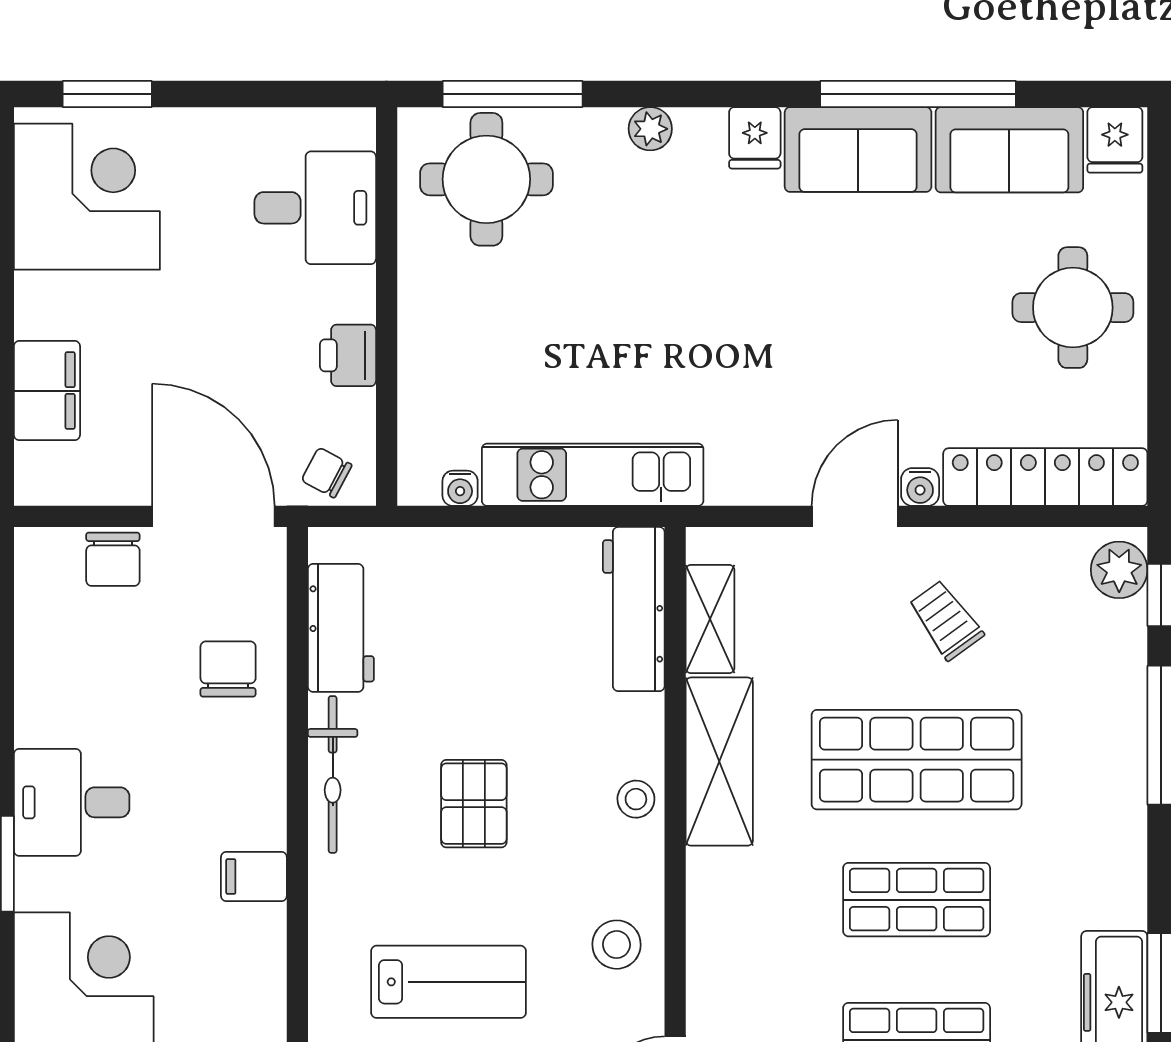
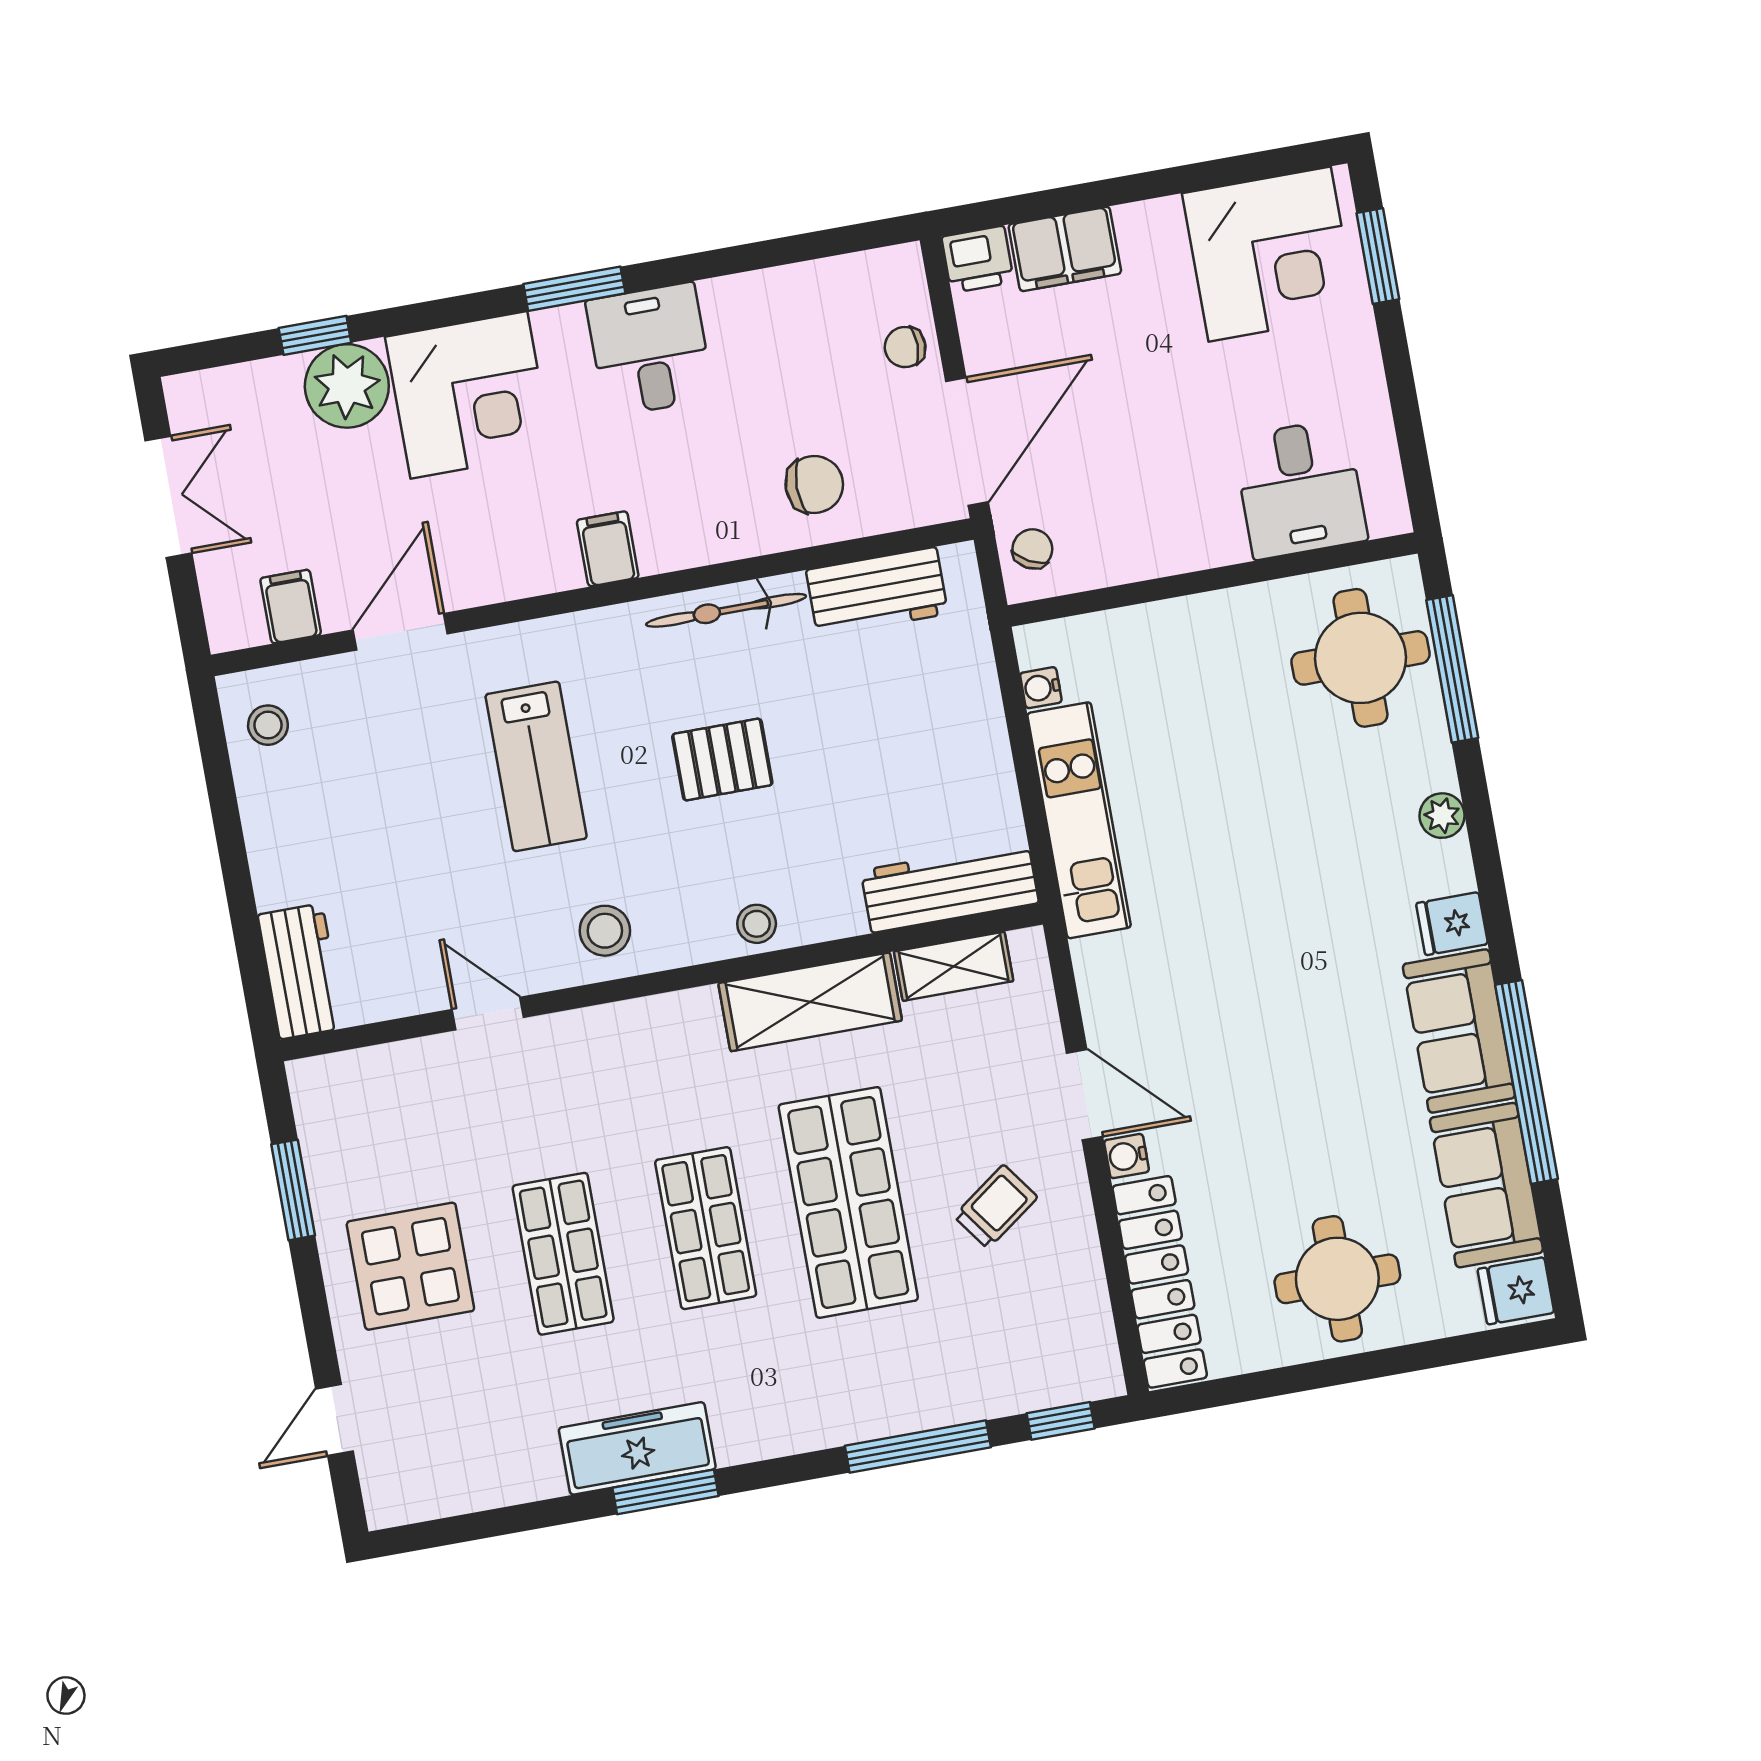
printer: (348, 355) -> (978, 259), moved, turned 180
chair: (113, 559) -> (905, 347), width x0.73, depth x0.73
plant: (1119, 570) -> (1079, 1374), removed

